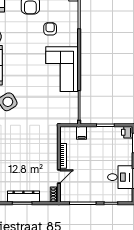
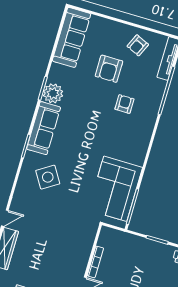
corner sofa: (62, 69) -> (115, 189), moved
filing cabinet: (82, 133) -> (126, 241), removed

